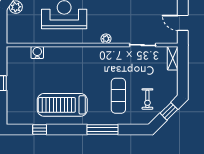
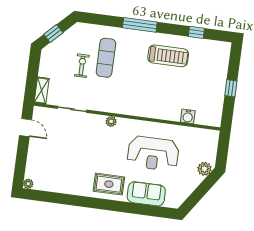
exercise bike: (147, 99) -> (82, 66), moved
treadmill: (62, 105) -> (168, 56), width x0.73, depth x0.73
window: (103, 130) -> (140, 25), moved

